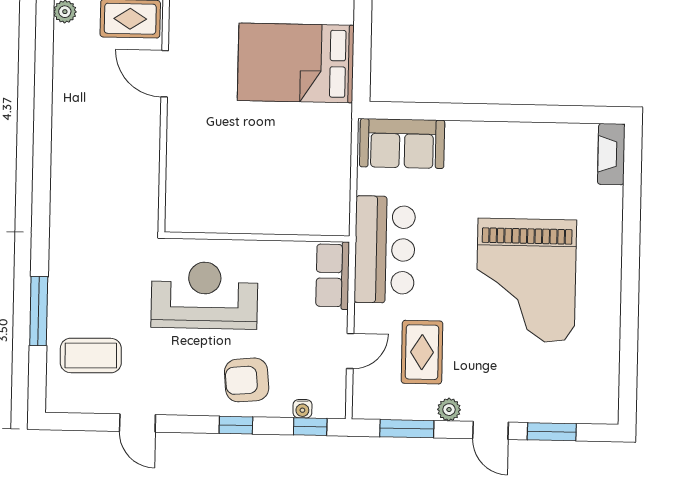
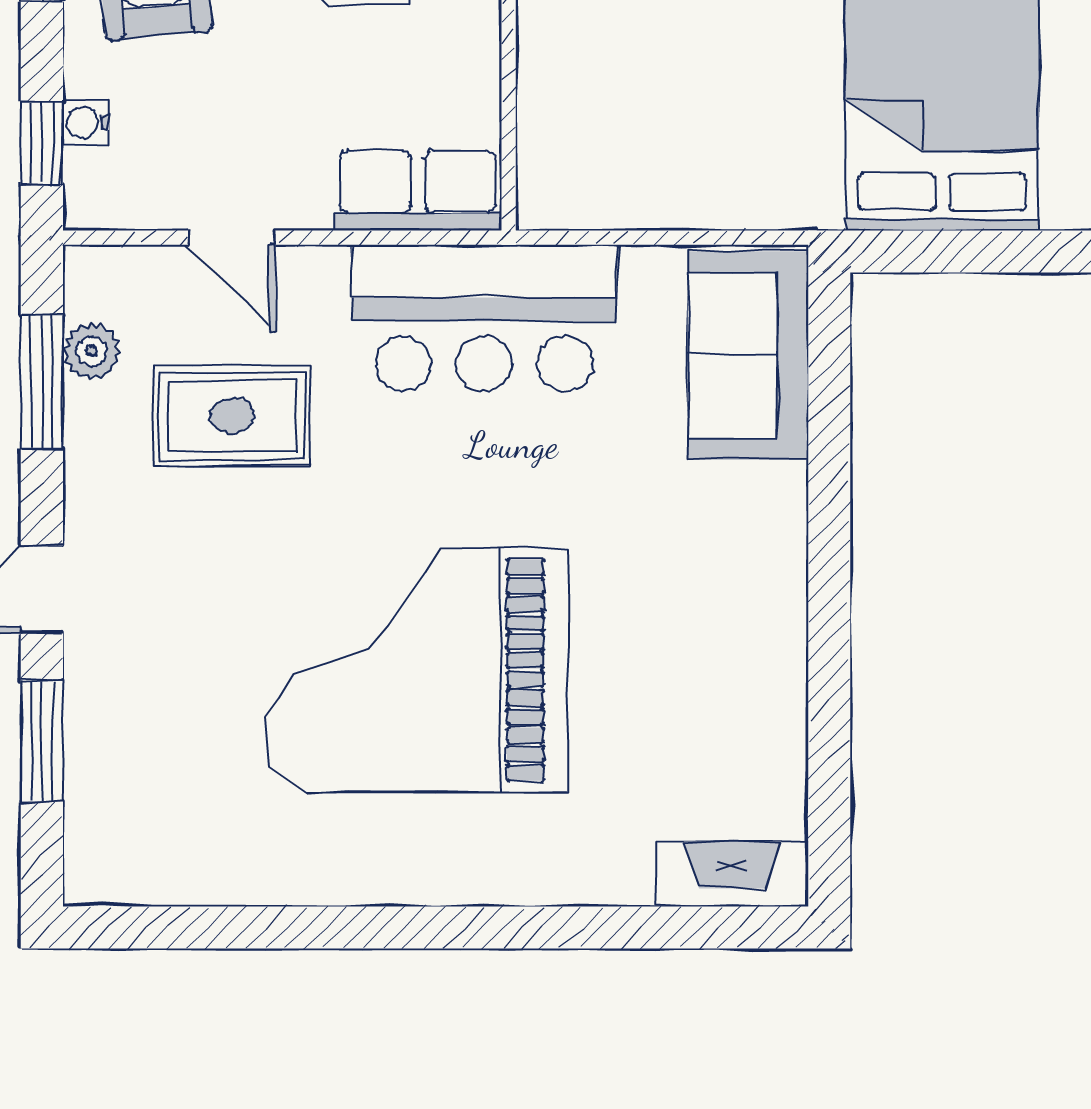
plant: (449, 410) -> (91, 351), moved

